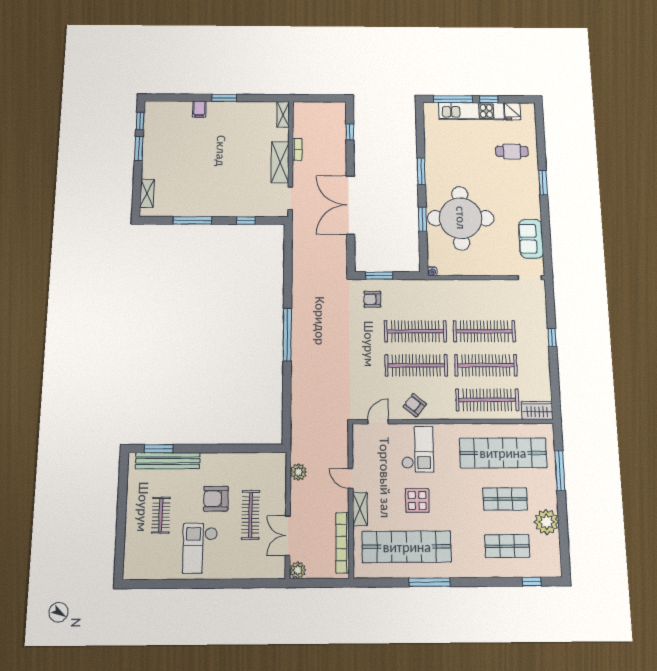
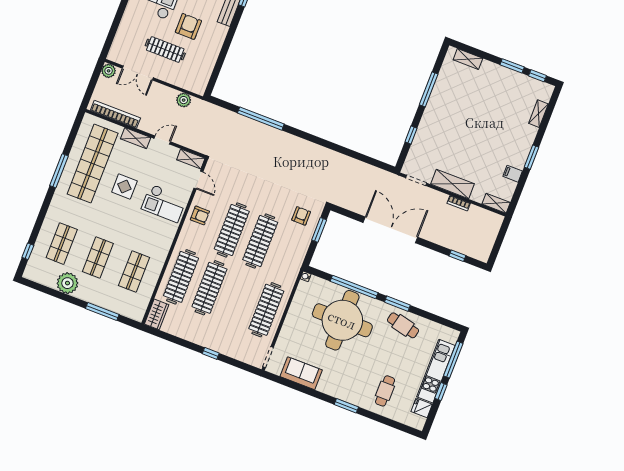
shelving: (178, 107) -> (538, 114), added
filing cabinet: (199, 109) -> (513, 174), moved
cafe table: (440, 158) -> (403, 325), added
window: (423, 219) -> (354, 287), width x2.11
clothes rail: (484, 331) -> (266, 310), moved
window: (287, 334) -> (261, 119), moved
armchair: (415, 405) -> (200, 215), turned 51
shelving: (359, 439) -> (191, 159), added
shop shelf: (503, 453) -> (134, 271), width x0.50, depth x0.74
double door: (288, 536) -> (138, 73), swing flipped

